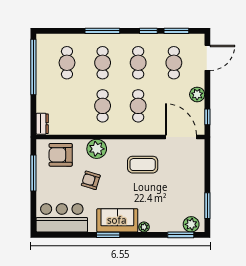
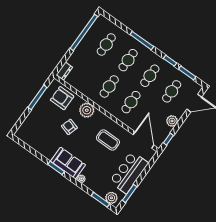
bar counter: (62, 218) -> (129, 172), moved, turned -90

